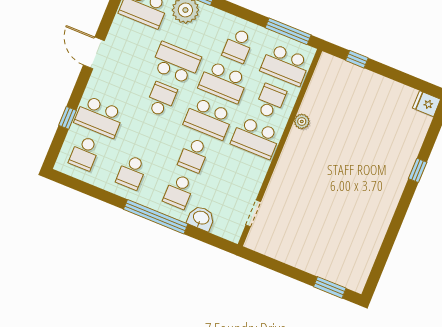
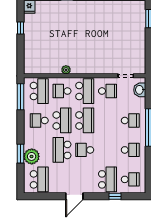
school desk: (238, 46) -> (39, 120), turned 180
window: (357, 59) -> (21, 28), moved
school desk: (194, 155) -> (107, 91), moved
washbasin: (201, 218) -> (140, 90), moved

